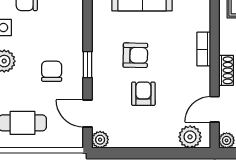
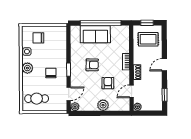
armchair: (143, 94) -> (108, 83), moved
door: (87, 113) -> (69, 94), swing flipped
plant: (190, 137) -> (103, 105), moved

